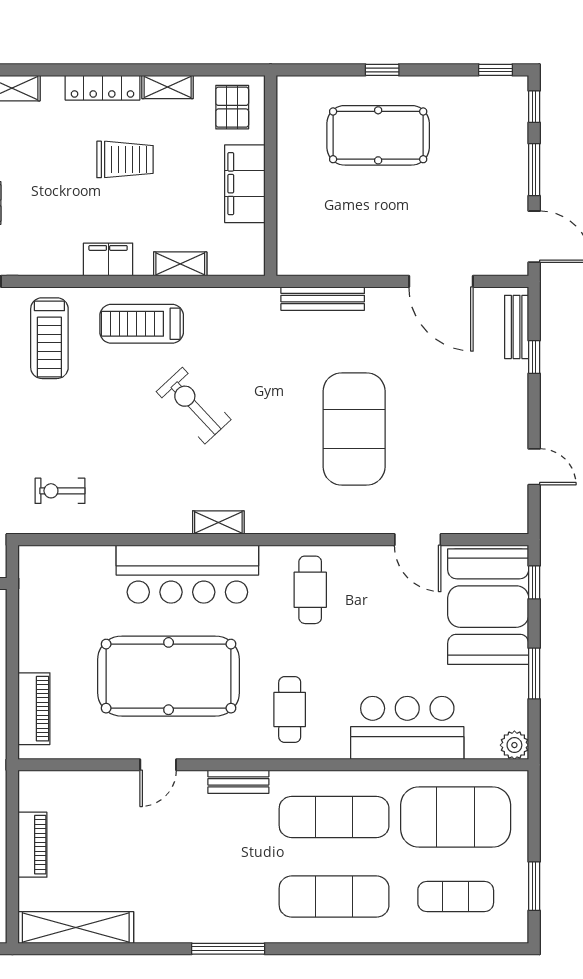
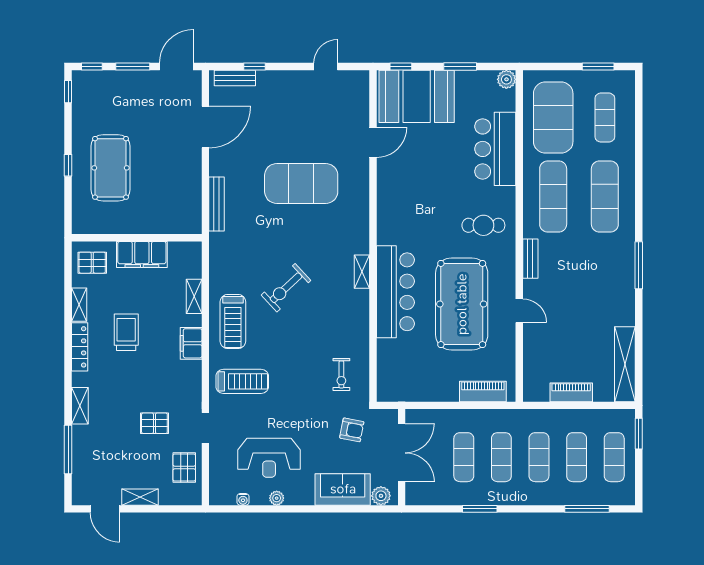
cafe table: (310, 590) -> (406, 212), removed

